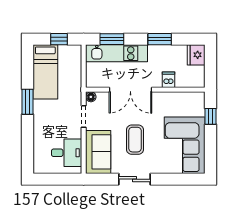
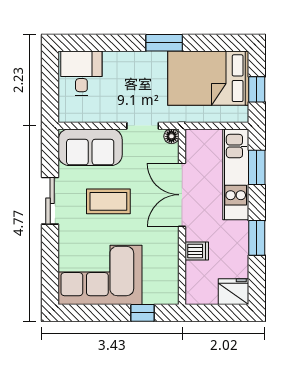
bed: (45, 72) -> (208, 78), width x1.50
desk: (67, 153) -> (81, 73), moved, turned 180

